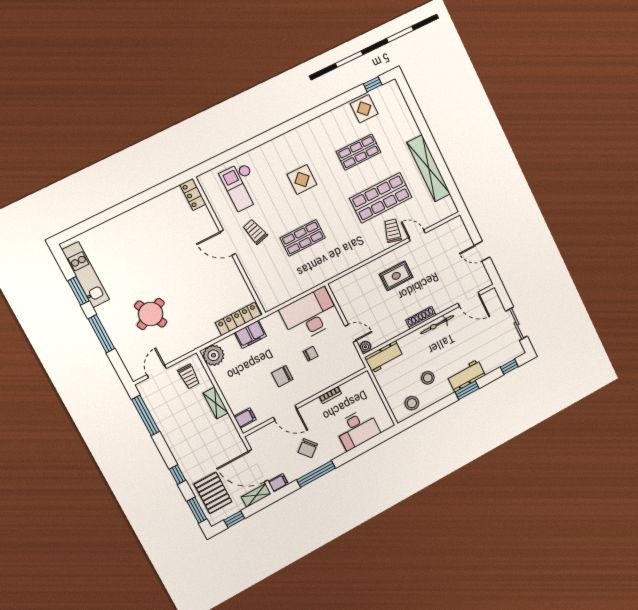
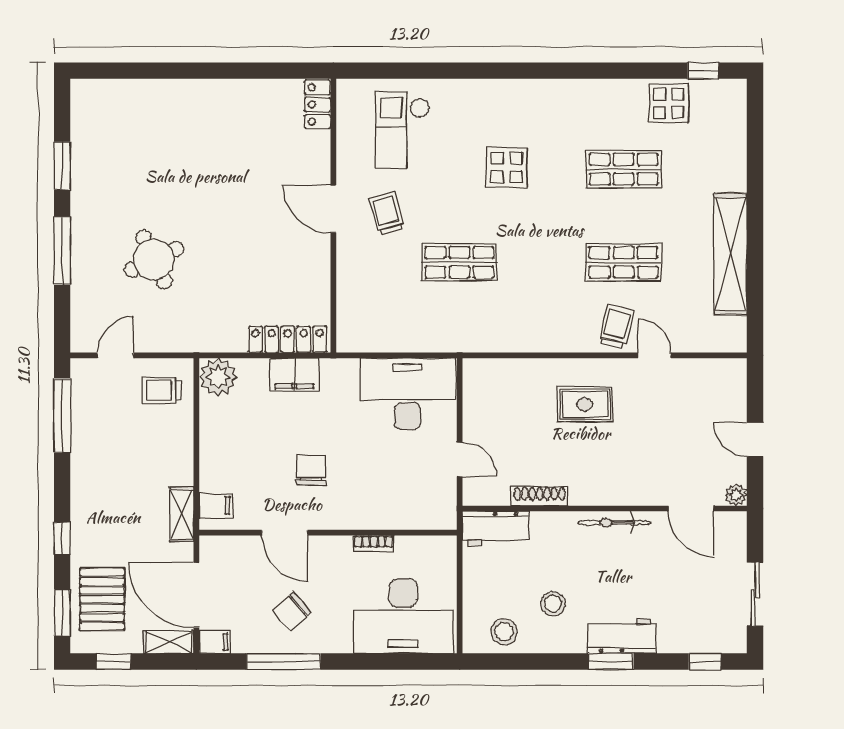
shop shelf: (381, 198) -> (624, 262), width x0.70, depth x0.74
kitchen unit: (86, 275) -> (86, 146), removed
shoe rack: (421, 318) -> (540, 496), moved
plant: (365, 347) -> (736, 495), moved
chair: (311, 354) -> (376, 458), removed
chair: (282, 376) -> (311, 470), turned 90
trolley: (189, 377) -> (162, 390), turned 90
shelving: (216, 403) -> (182, 514), moved
desk: (357, 429) -> (403, 616), width x1.36, depth x1.30

